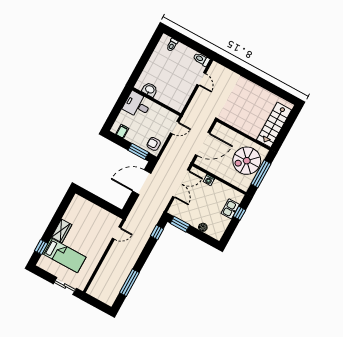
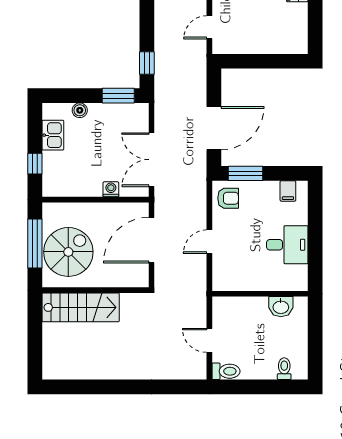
washbasin: (150, 90) -> (281, 307), moved
wall: (156, 102) -> (260, 294), moved
stairs: (274, 125) -> (81, 307), moved, turned 90
kitchen sink: (230, 209) -> (53, 135), moved

